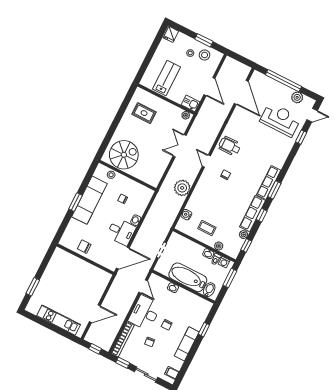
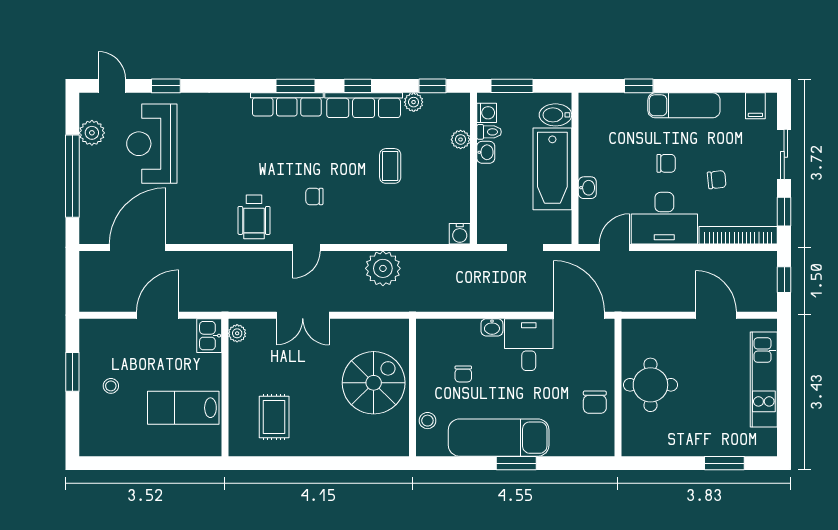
fridge: (171, 34) -> (94, 442), removed
stool: (205, 55) -> (100, 356), removed
spiral stairs: (124, 155) -> (374, 383), moved, turned 90
water cooler: (186, 215) -> (460, 234), moved
coffee table: (207, 228) -> (390, 166), moved
round table: (80, 273) -> (650, 385), added

